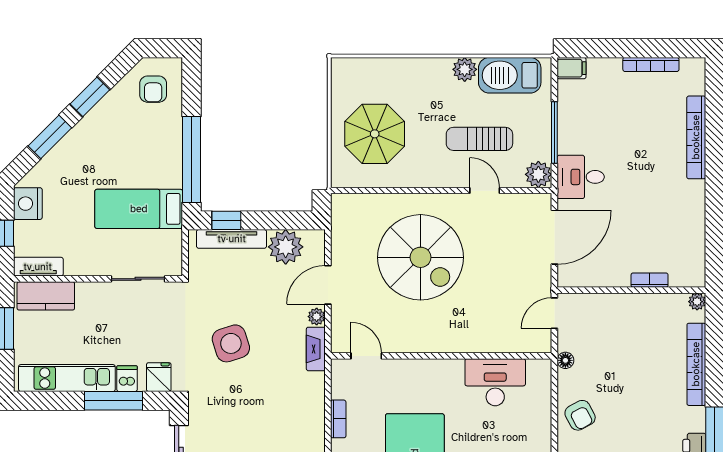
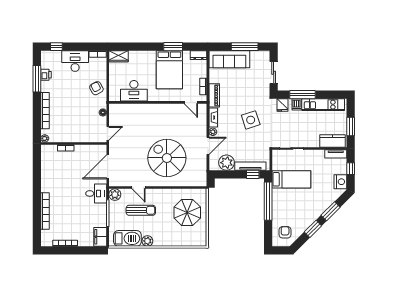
filing cabinet: (572, 68) -> (100, 237), width x2.00
door: (366, 356) -> (191, 102), moved
wall: (441, 356) -> (158, 102), moved
desk: (495, 382) -> (134, 91), moved
piano: (313, 399) -> (214, 95), added

